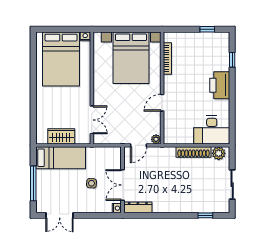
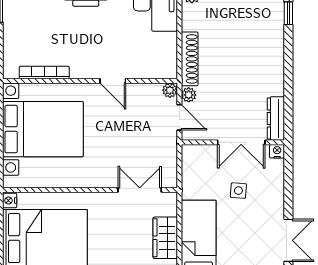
plant: (153, 151) -> (189, 95), added
shoe rack: (194, 152) -> (190, 59), moved

